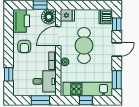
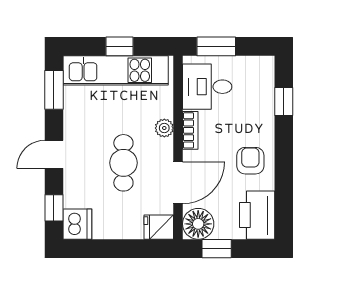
cafe table: (84, 45) -> (123, 163), width x0.73, depth x0.74

